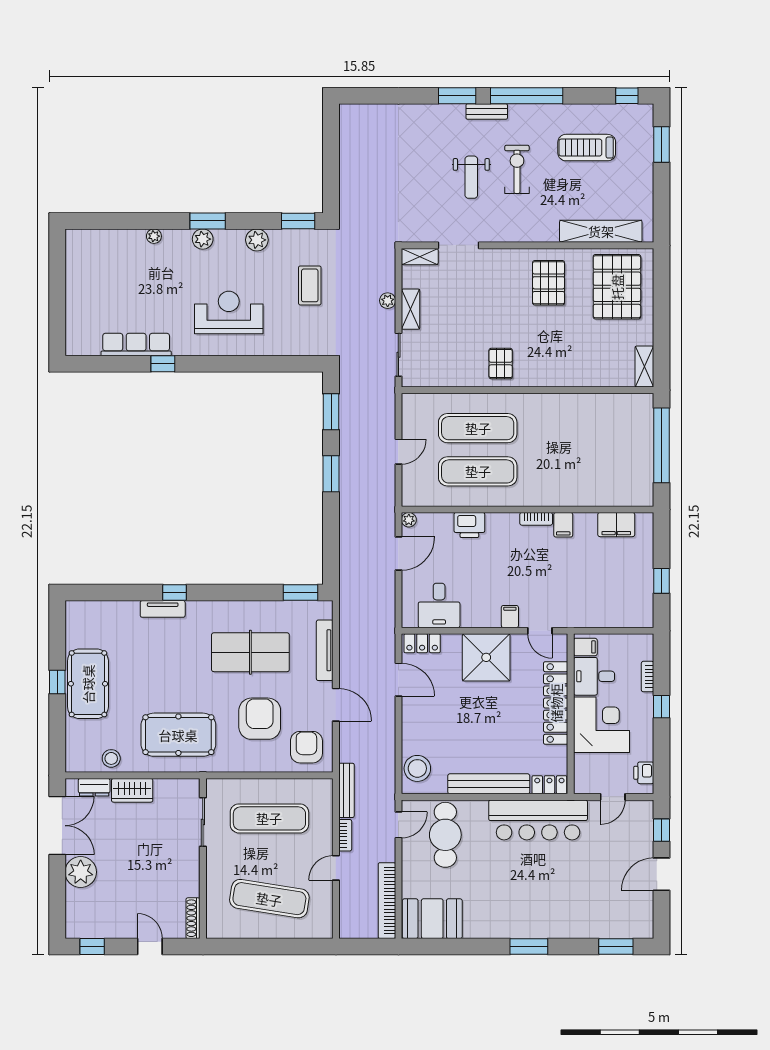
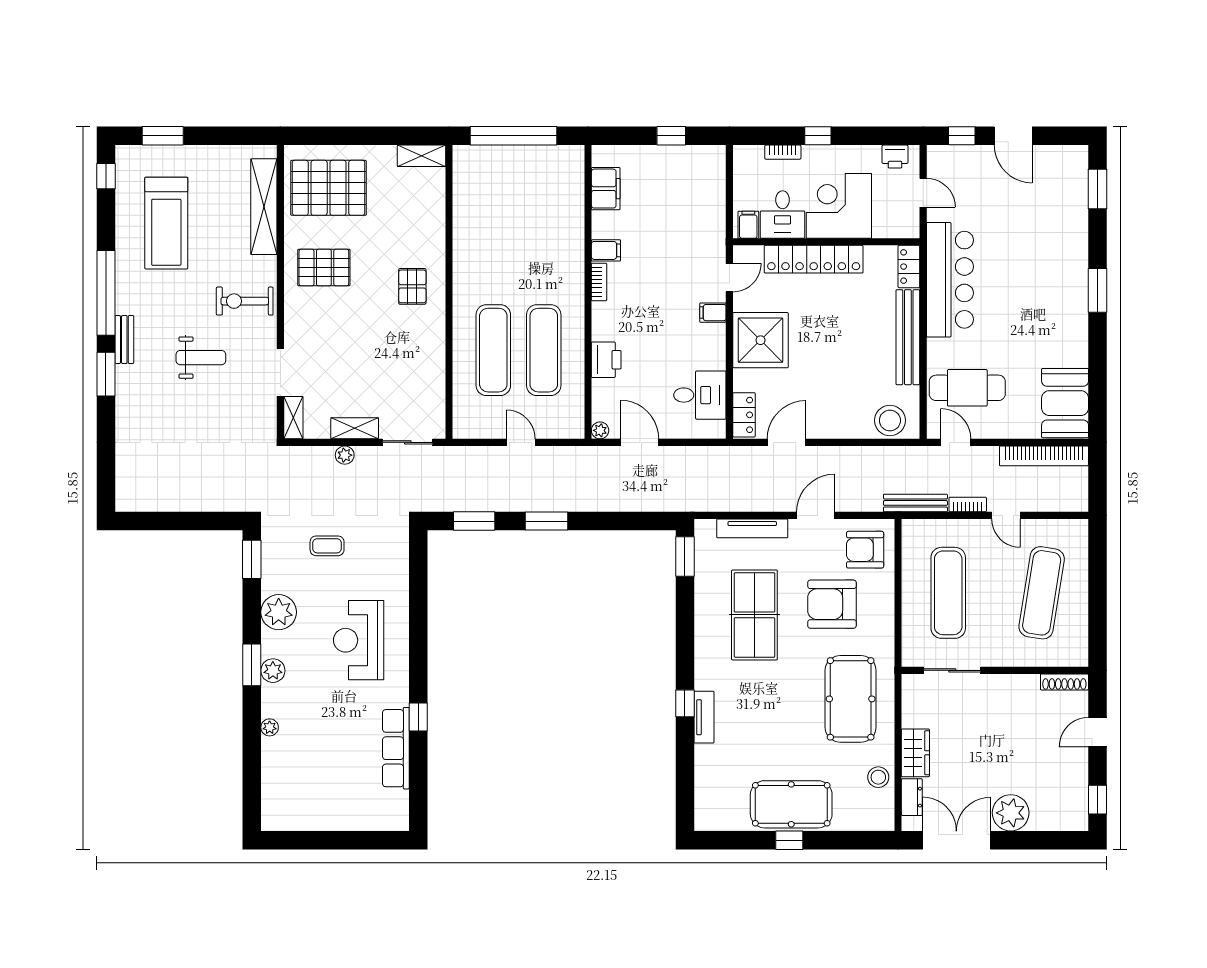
treadmill: (587, 148) -> (166, 223), width x1.37, depth x1.38
exercise bike: (517, 169) -> (245, 301), moved
plant: (257, 240) -> (279, 612), width x1.36, depth x1.36
coffee table: (310, 285) -> (327, 546), width x0.73, depth x0.77
pallet: (501, 364) -> (412, 286), moved, turned 90

